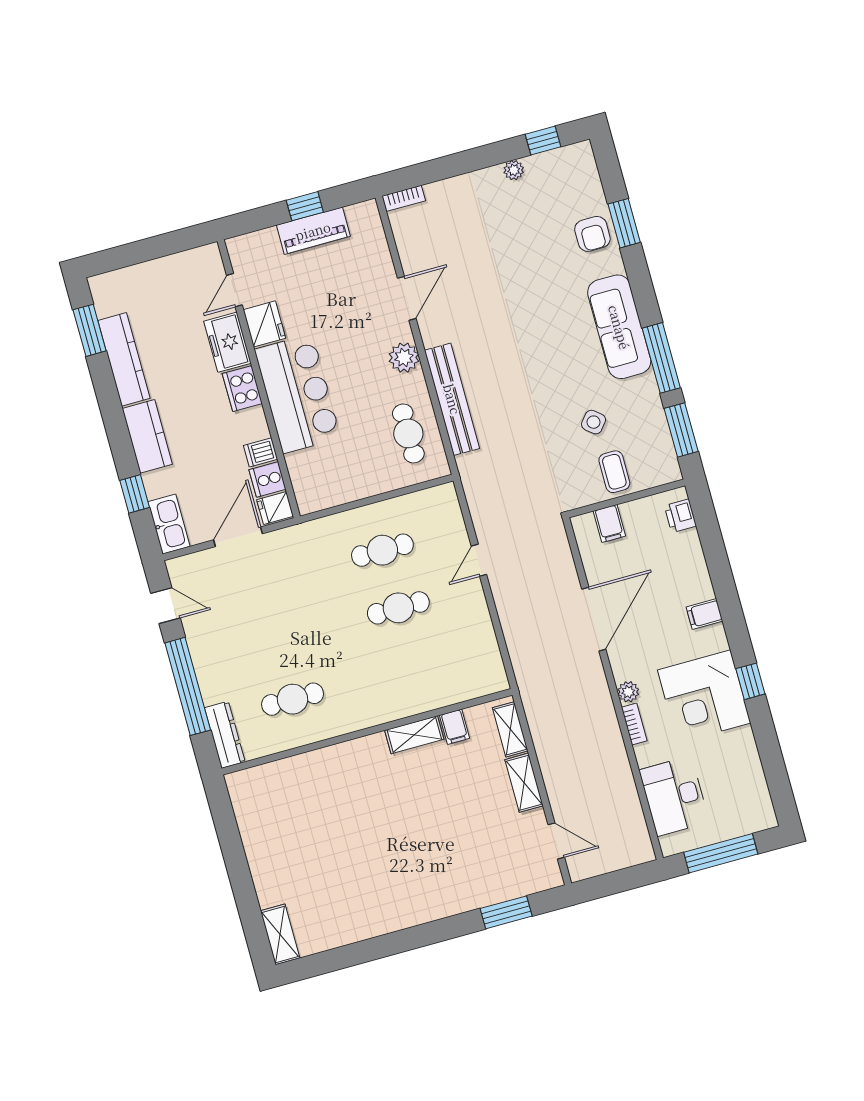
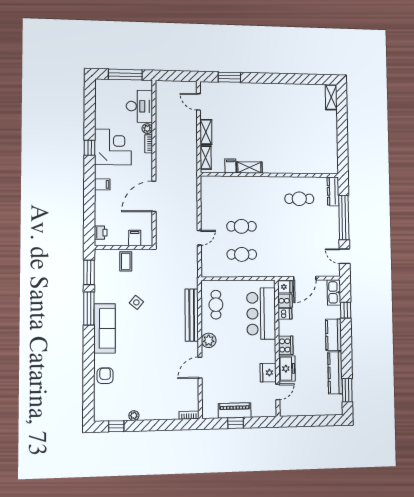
window: (624, 223) -> (89, 377), removed
bar counter: (298, 394) -> (261, 314), moved
side table: (594, 422) -> (136, 302), moved
plant: (628, 692) -> (147, 129), moved

